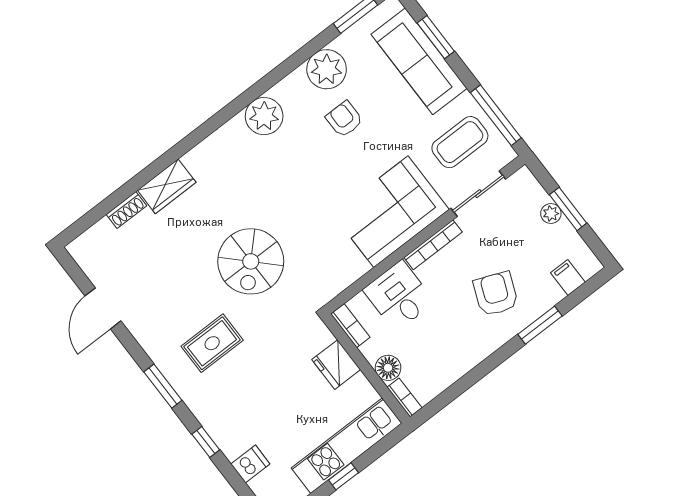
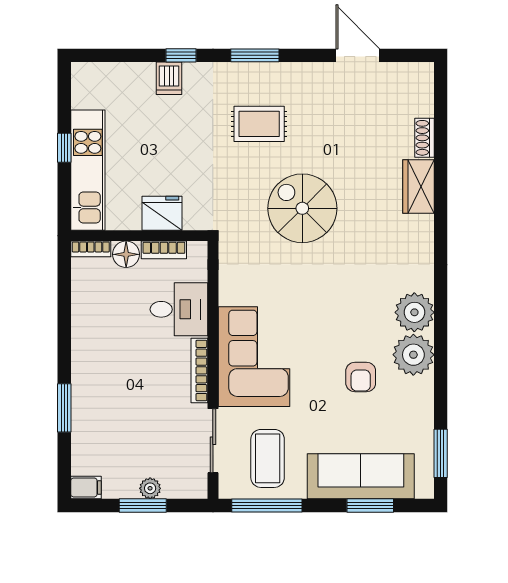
plant: (327, 69) -> (413, 355), moved
armchair: (344, 119) -> (361, 377), turned 90
filing cabinet: (568, 277) -> (86, 487), moved
armchair: (496, 294) -> (119, 391), removed
bookcase: (350, 326) -> (164, 250), moved
rug: (212, 343) -> (259, 124), turned 90
dishwasher: (250, 464) -> (169, 78), moved

